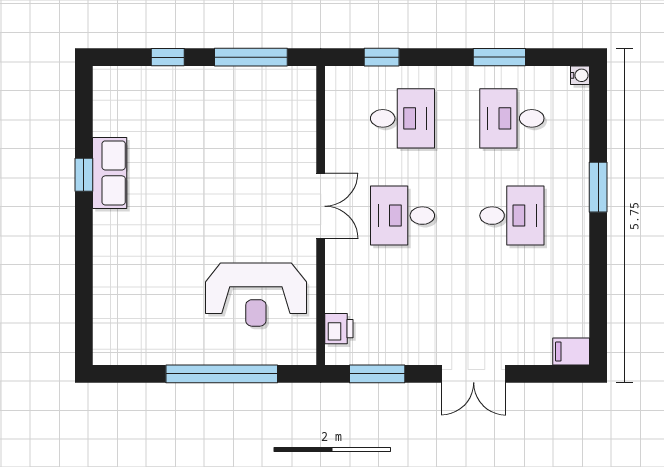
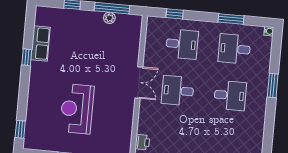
plant: (248, 78) -> (109, 18), added
row of seats: (110, 173) -> (40, 44), moved
reception desk: (256, 295) -> (77, 109), moved, turned 90
window: (84, 326) -> (20, 129), added

